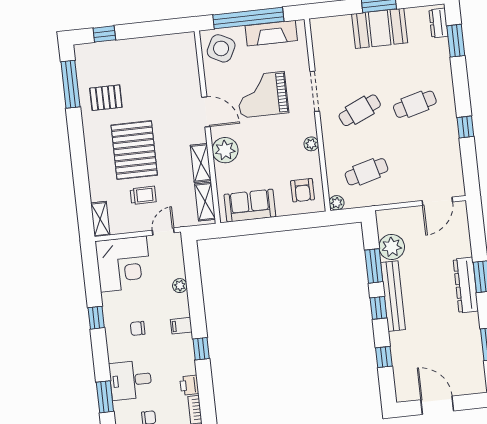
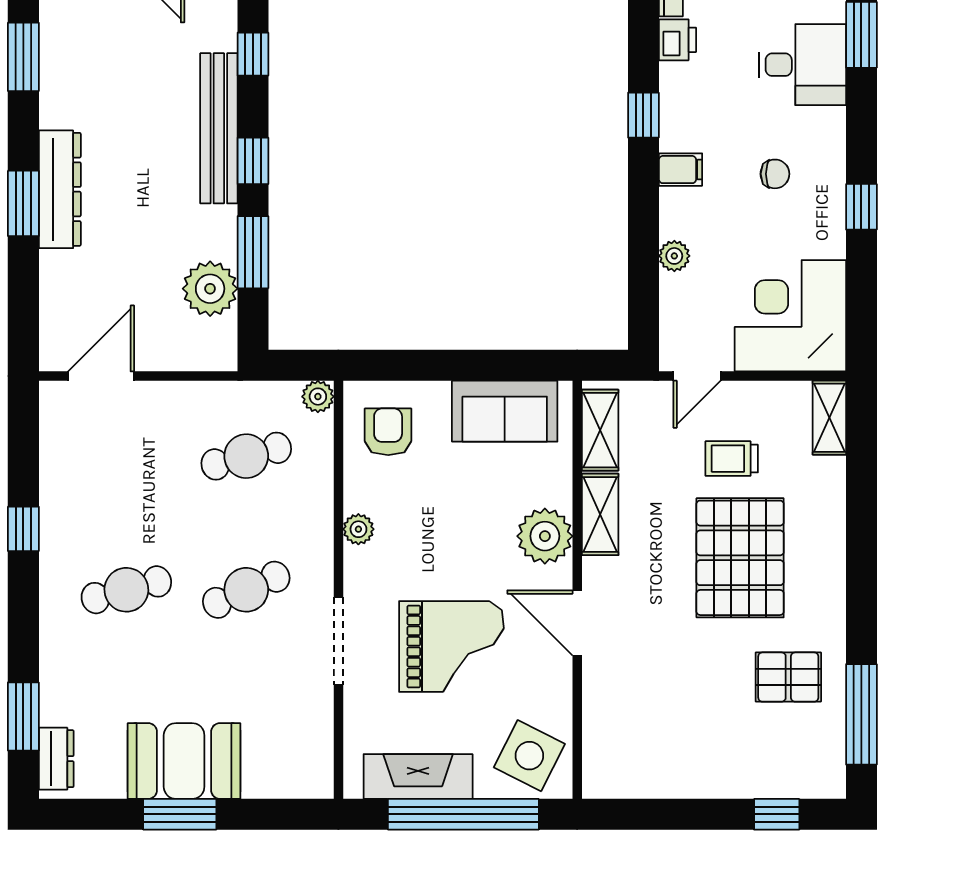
bench: (393, 296) -> (219, 128), moved

